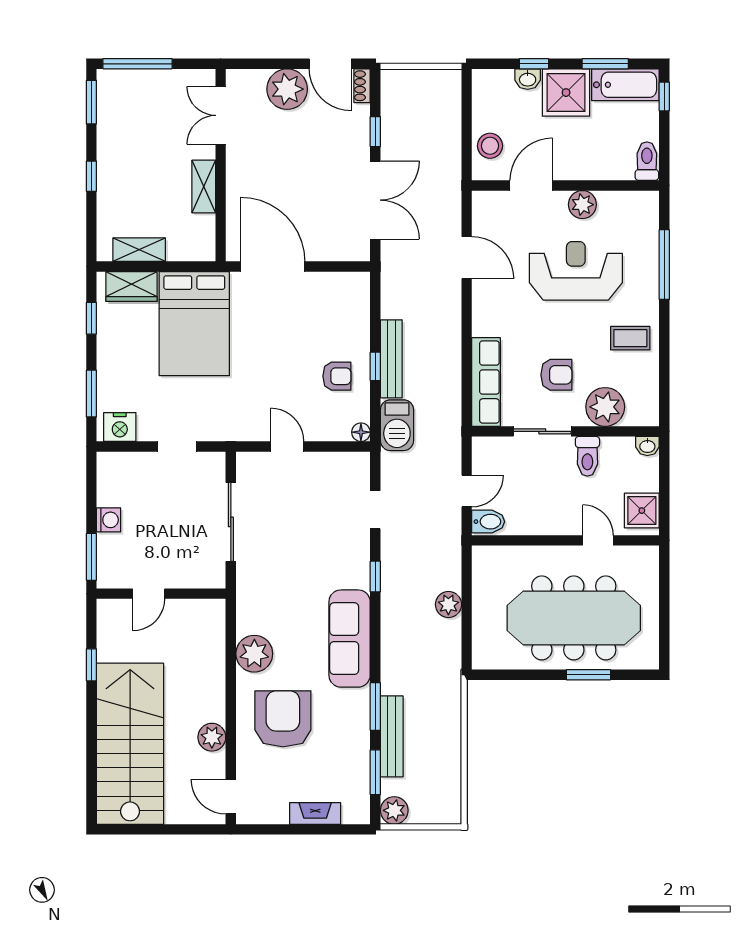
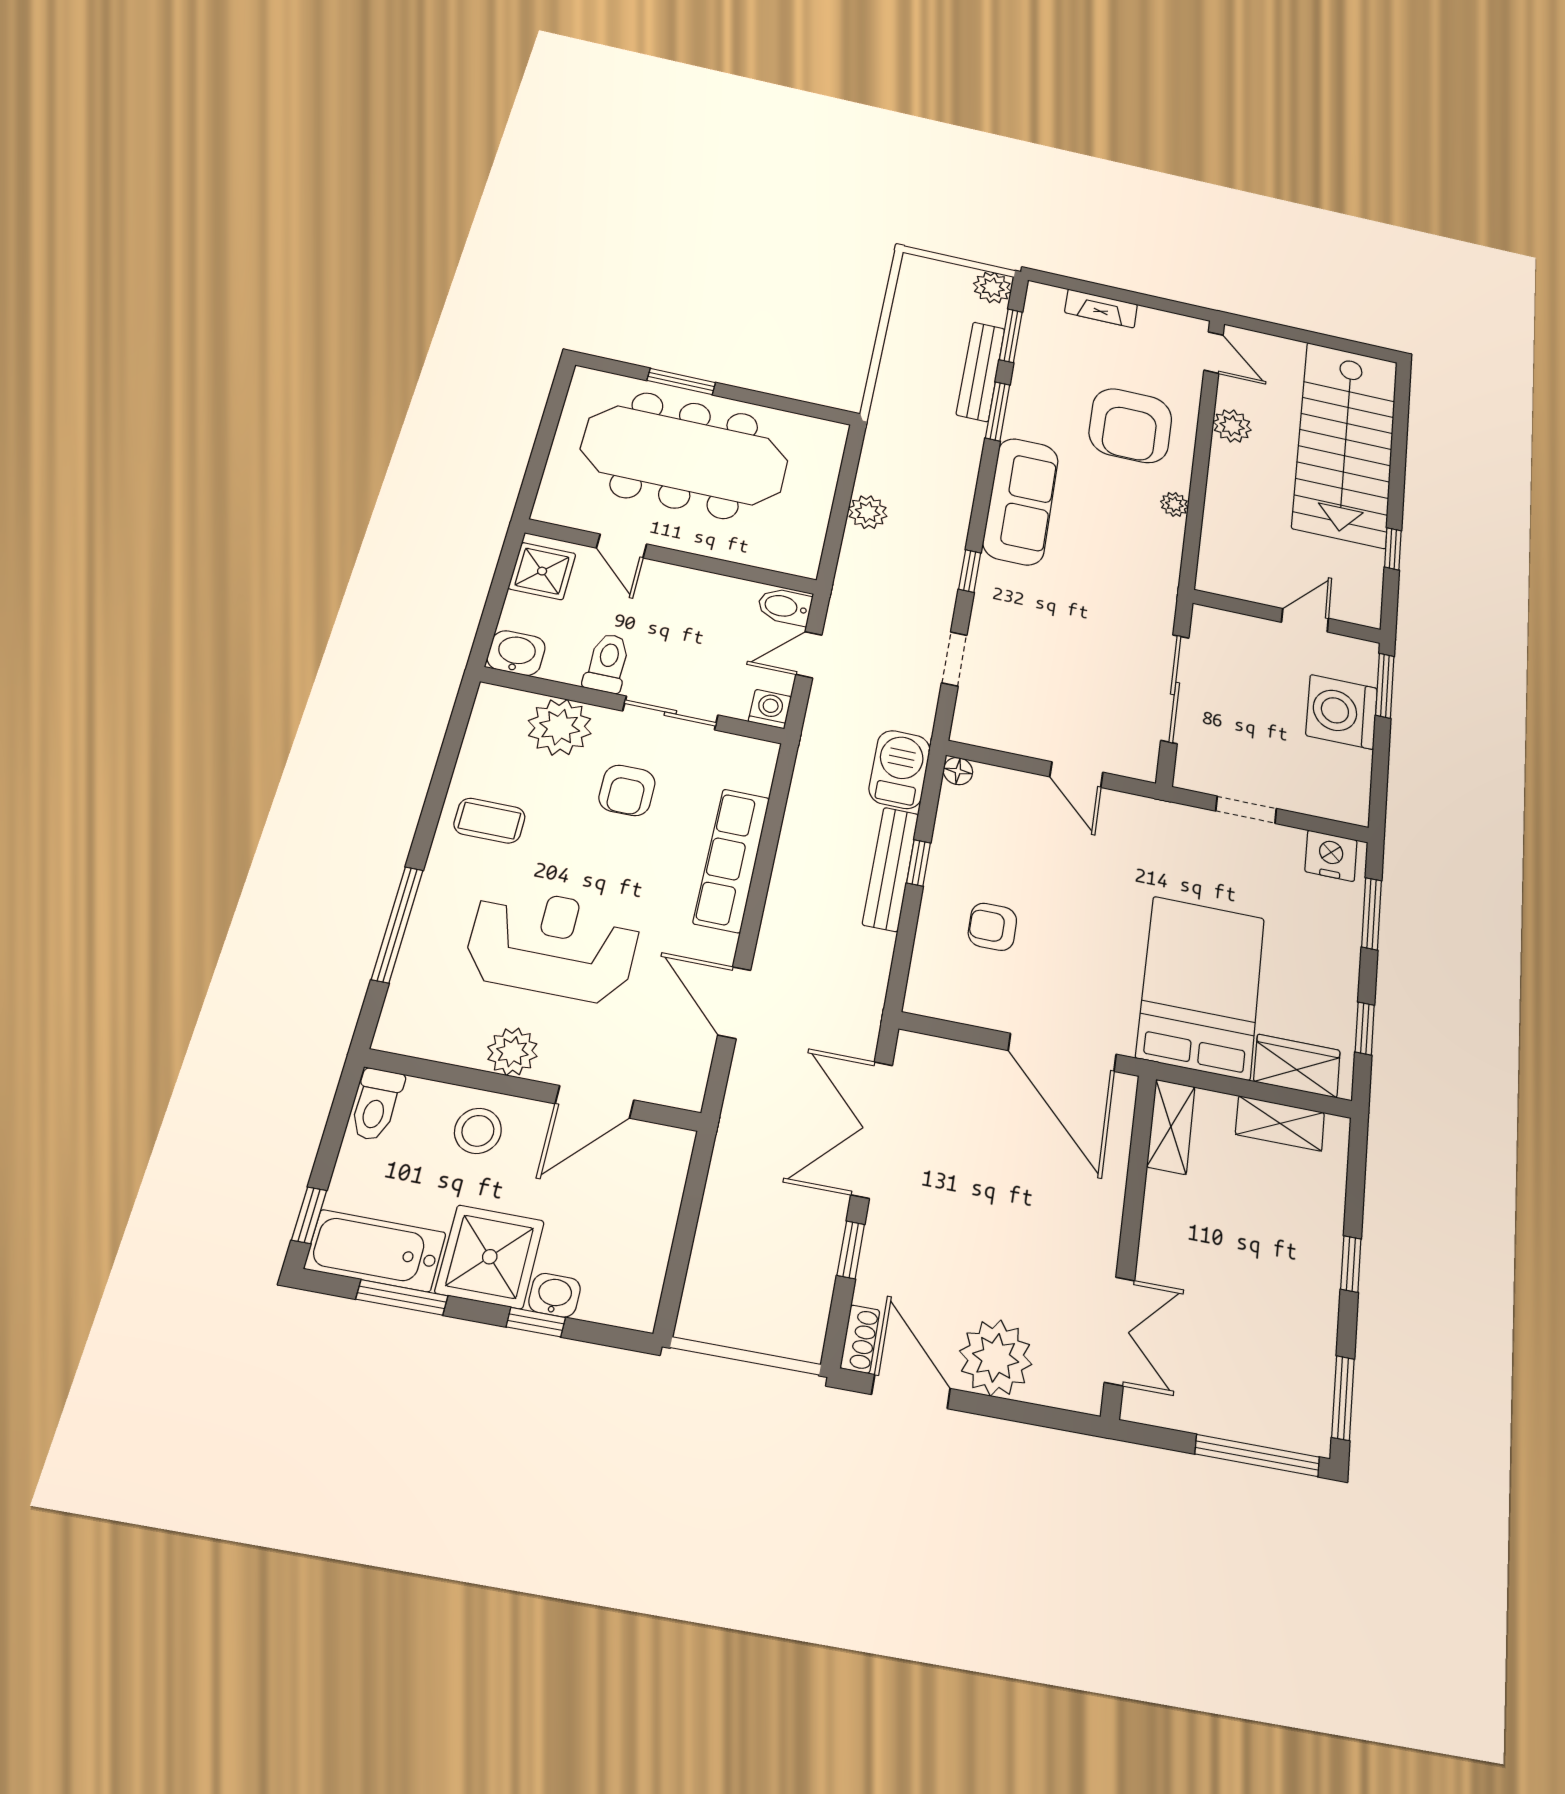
stool: (490, 146) -> (478, 1131), moved
shelving: (204, 186) -> (1171, 1127), moved
reception desk: (576, 271) -> (553, 944), turned 180
armchair: (556, 375) -> (627, 790), turned -90
armchair: (337, 376) -> (992, 927), moved
row of seats: (486, 382) -> (732, 860), moved
washbasin: (647, 446) -> (516, 653), width x1.38, depth x1.45
washing machine: (483, 448) -> (770, 709), added
washing machine: (109, 520) -> (1342, 712), width x1.89, depth x1.89
plant: (254, 654) -> (1174, 504), width x0.53, depth x0.53

